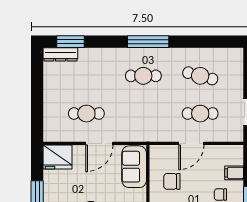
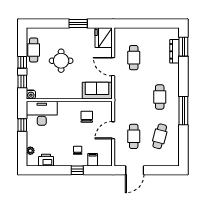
window: (148, 42) -> (183, 111), moved
dresser: (60, 54) -> (175, 51), moved
door: (191, 143) -> (113, 130), hinge flipped

